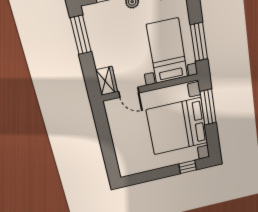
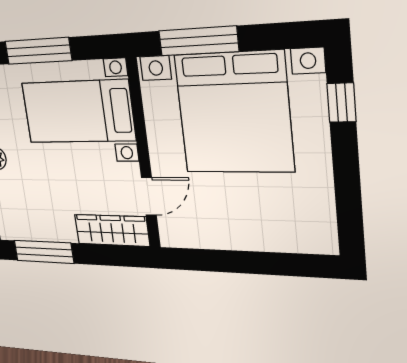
window: (199, 42) -> (38, 51), moved
wardrobe: (107, 81) -> (112, 230), width x1.50

